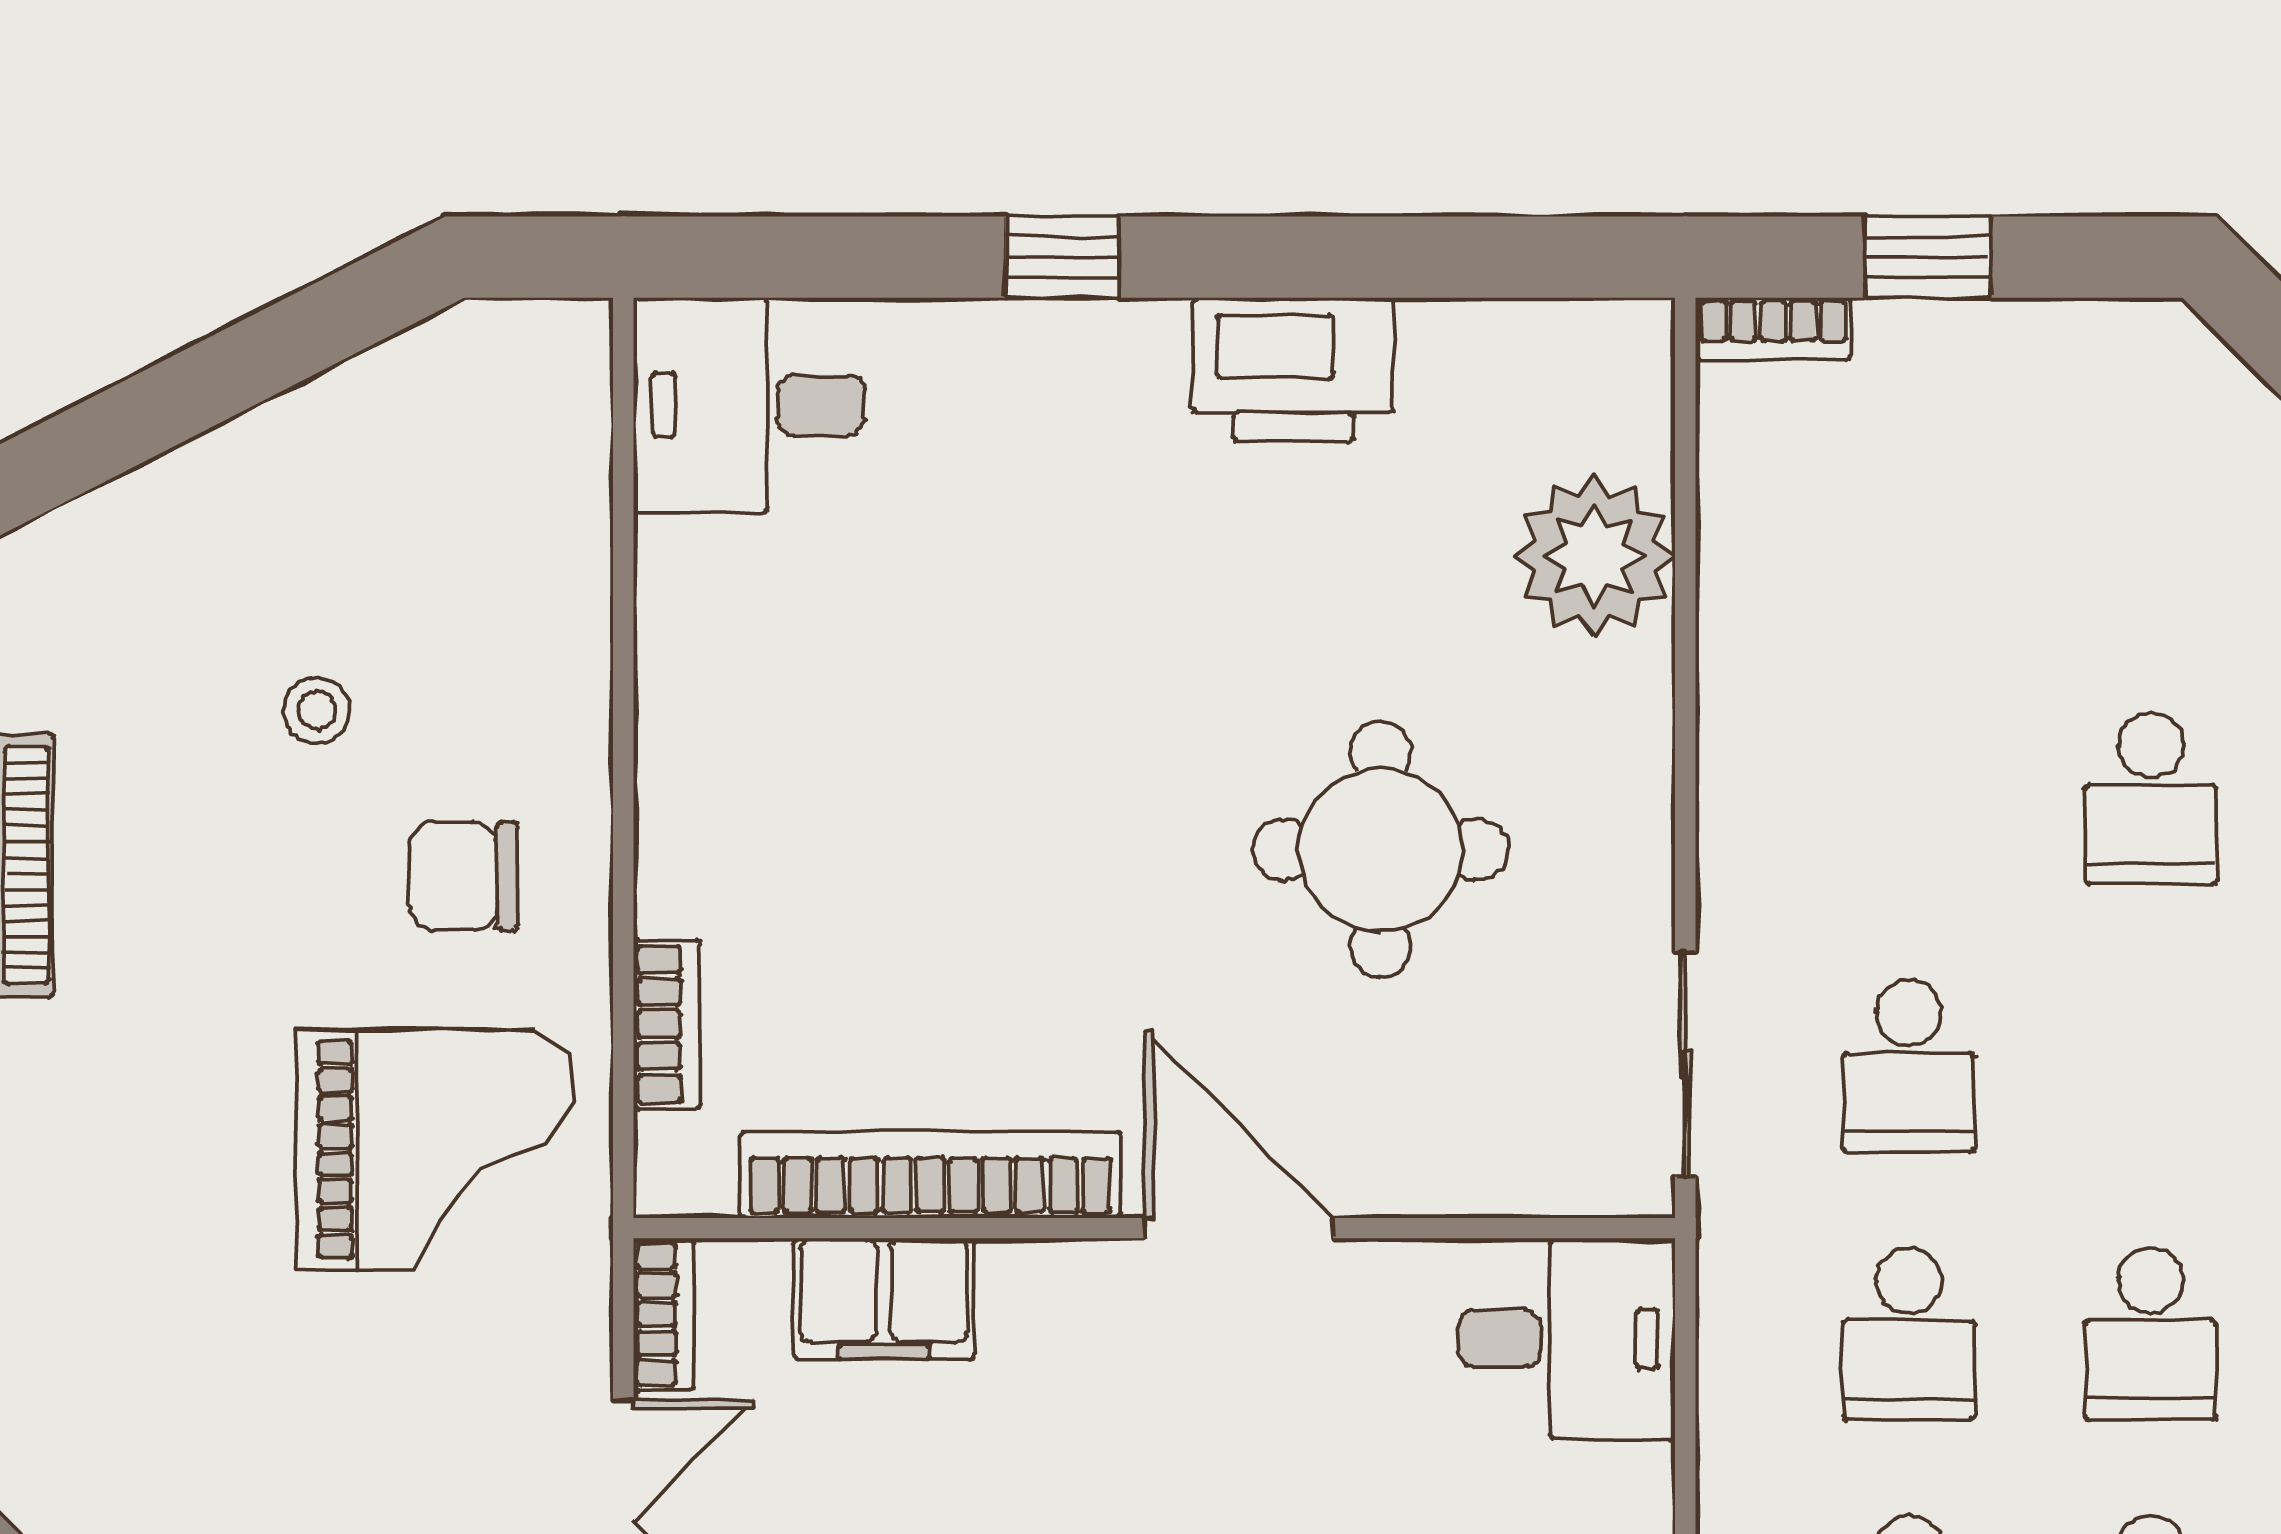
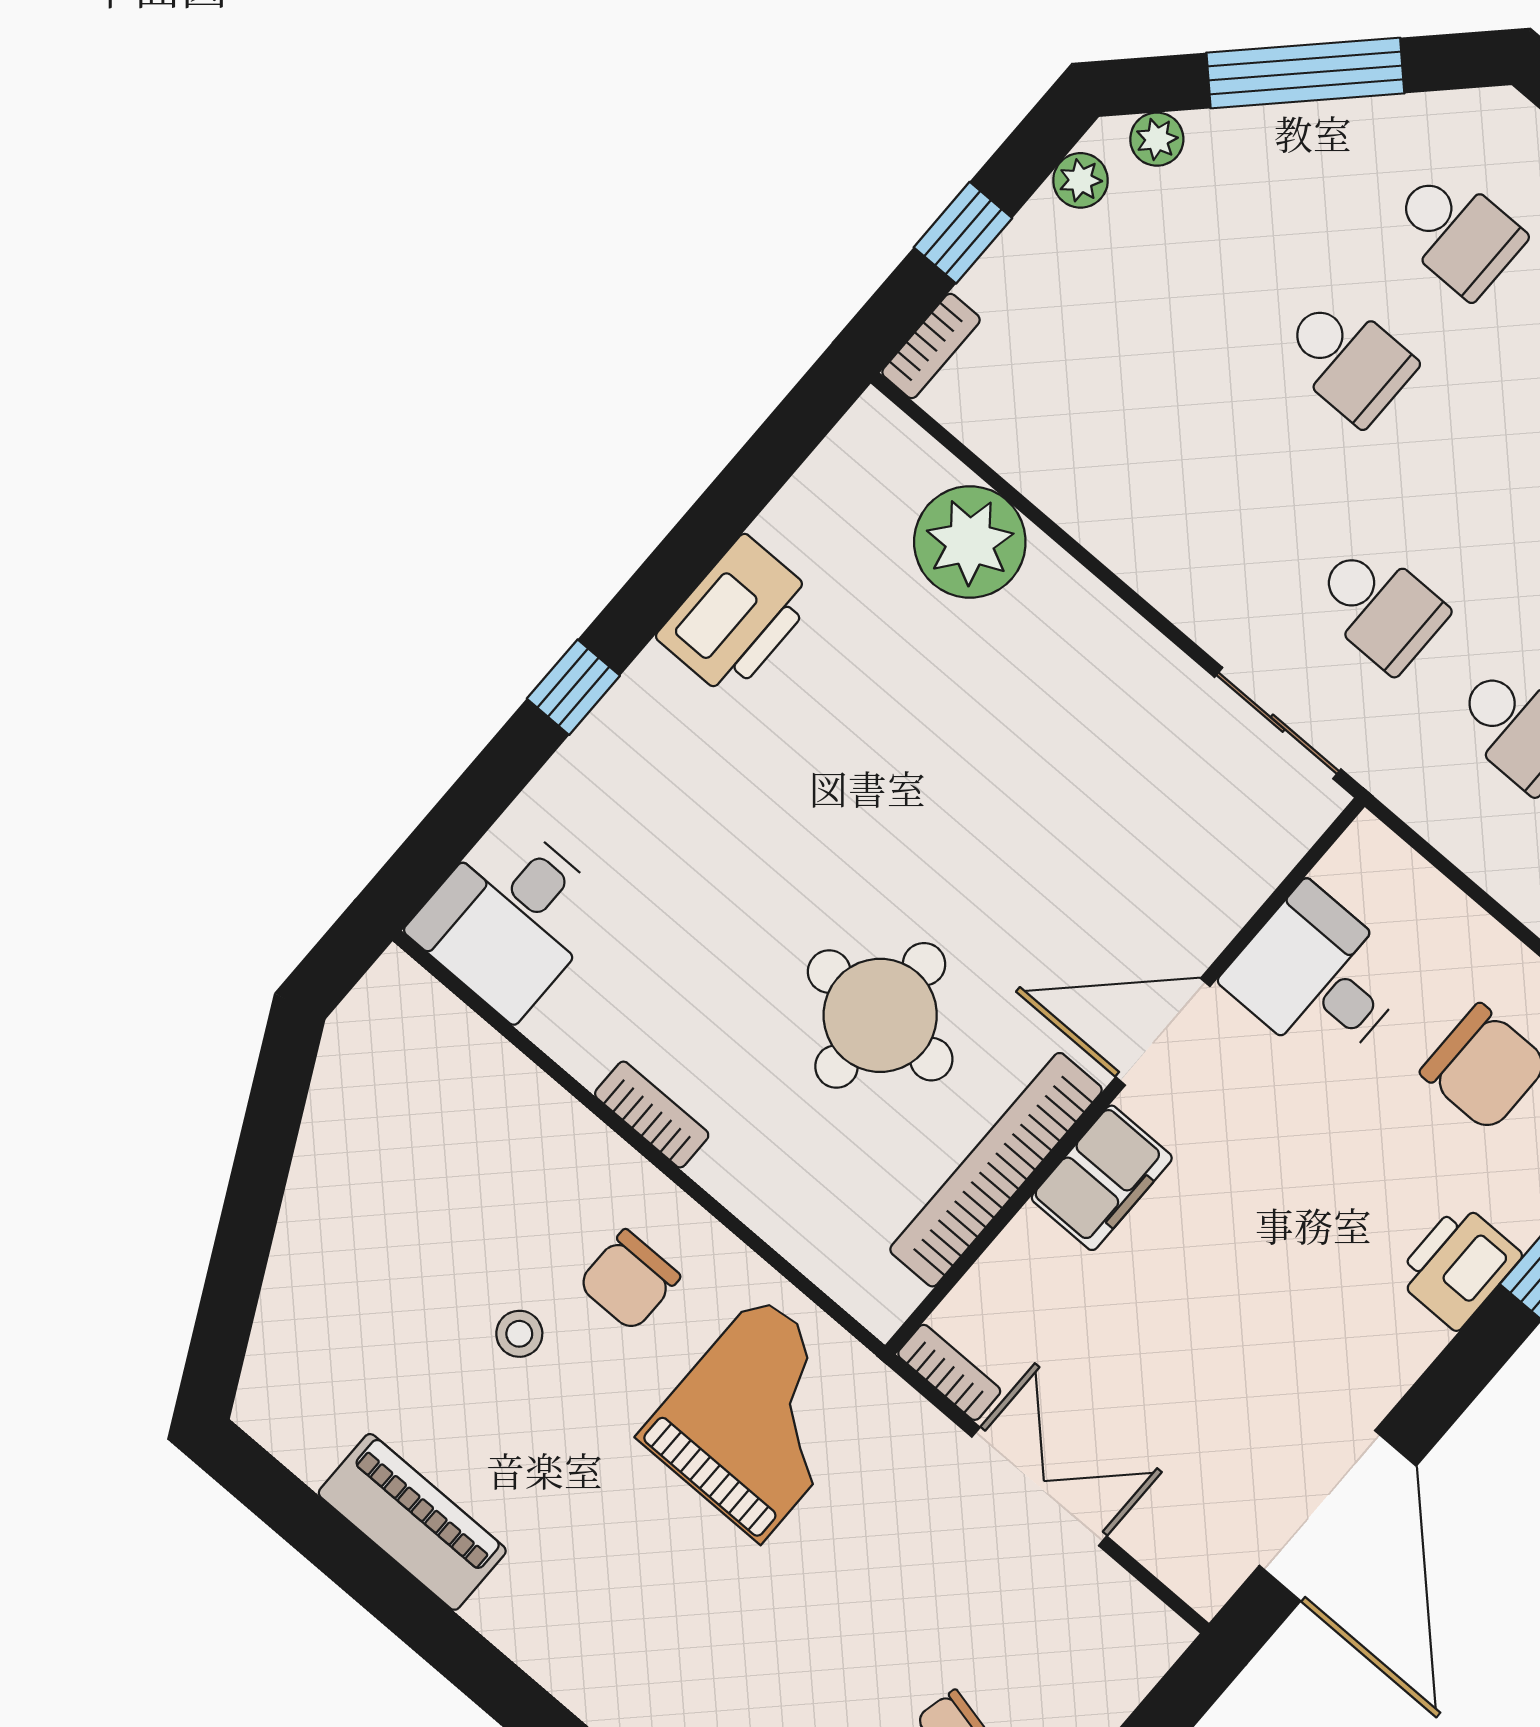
plant: (2096, 337) -> (1080, 180), added
plant: (2213, 382) -> (1157, 139), added
stool: (317, 710) -> (519, 1334), moved
round table: (1381, 850) -> (880, 1015), moved
bookcase: (667, 1024) -> (652, 1114), moved
filing cabinet: (884, 1299) -> (1102, 1178), moved
desk: (1567, 1339) -> (1317, 977), moved, turned -90

